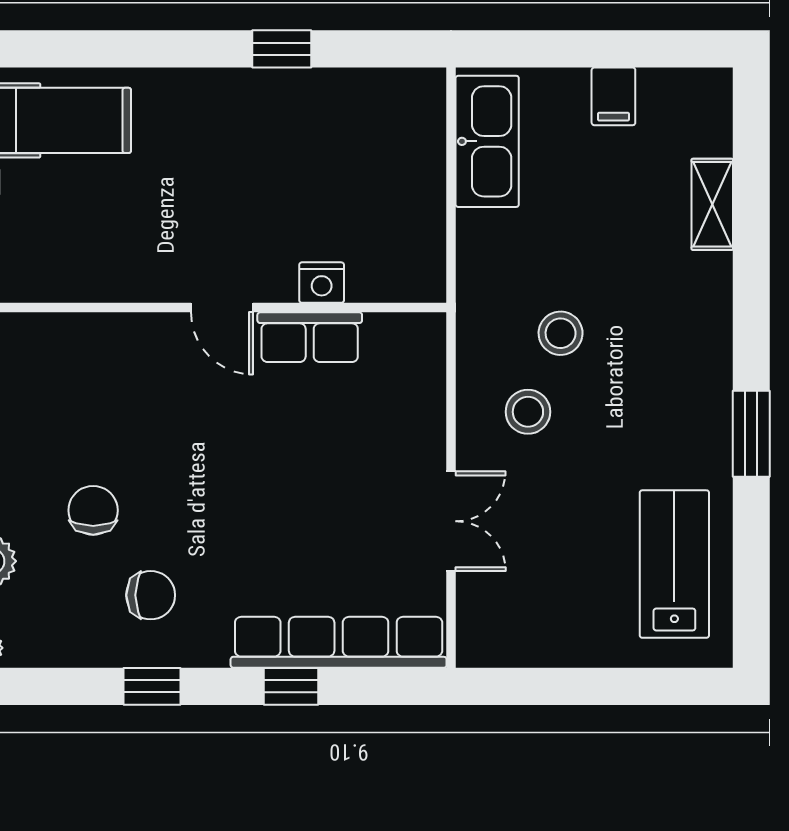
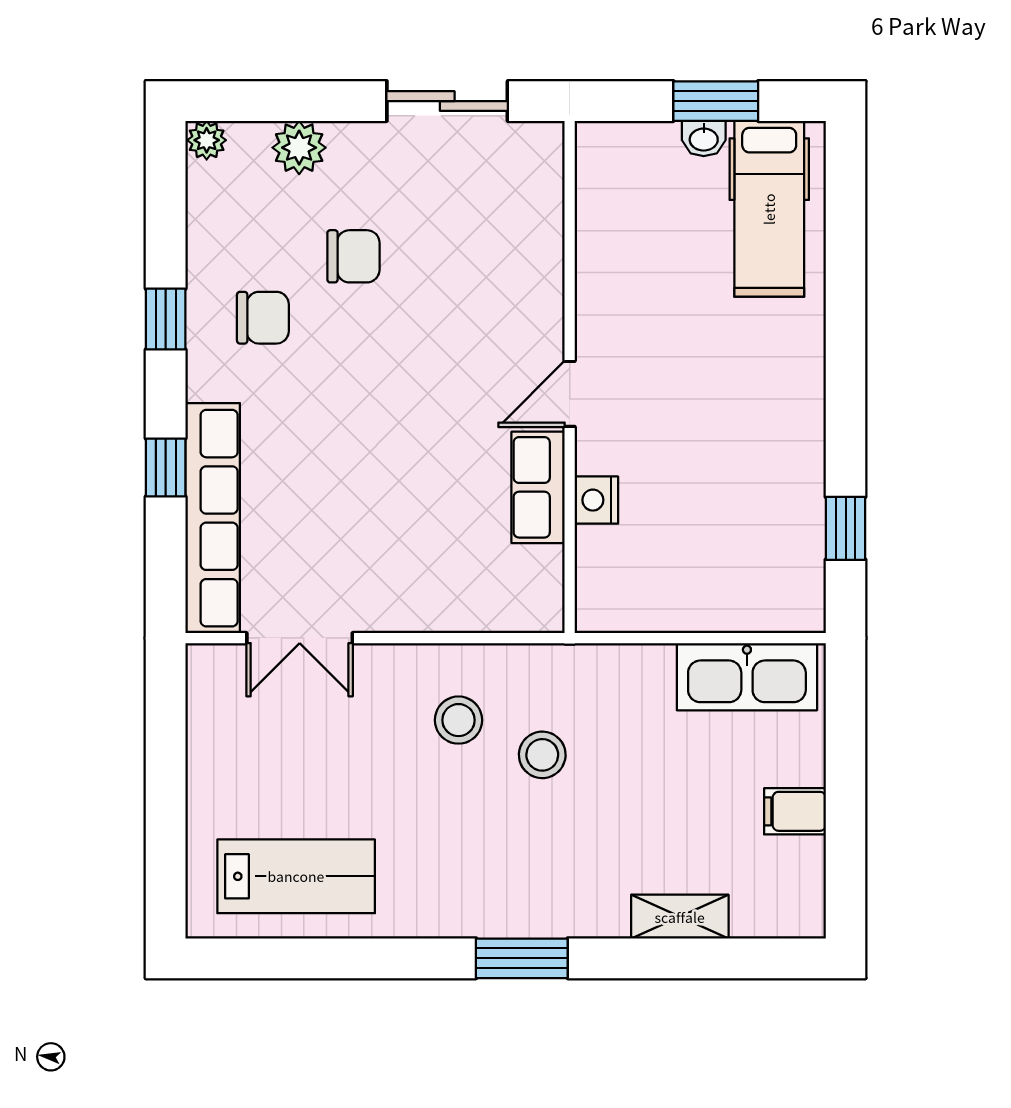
window: (282, 49) -> (846, 528), moved
window: (751, 434) -> (522, 958), moved
double door: (451, 521) -> (300, 638), moved
chair: (151, 595) -> (263, 318), turned -90

